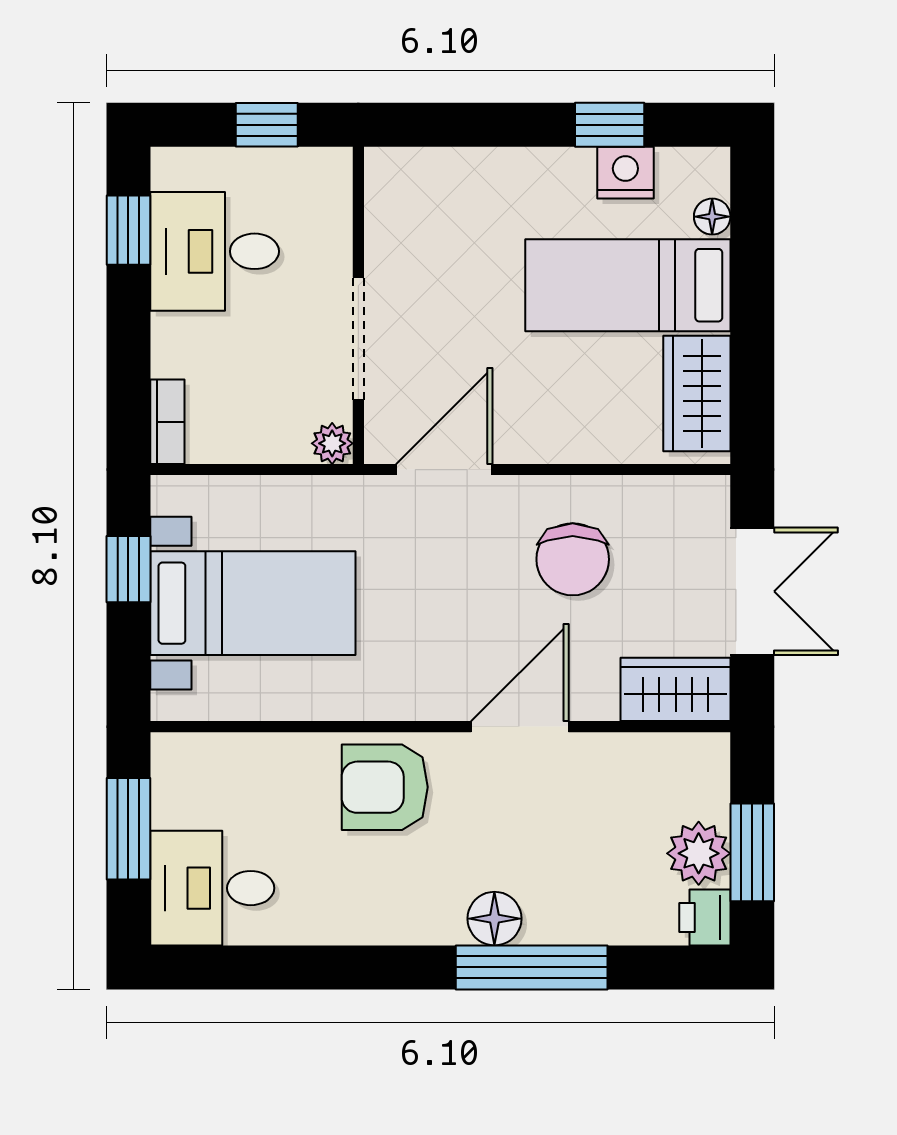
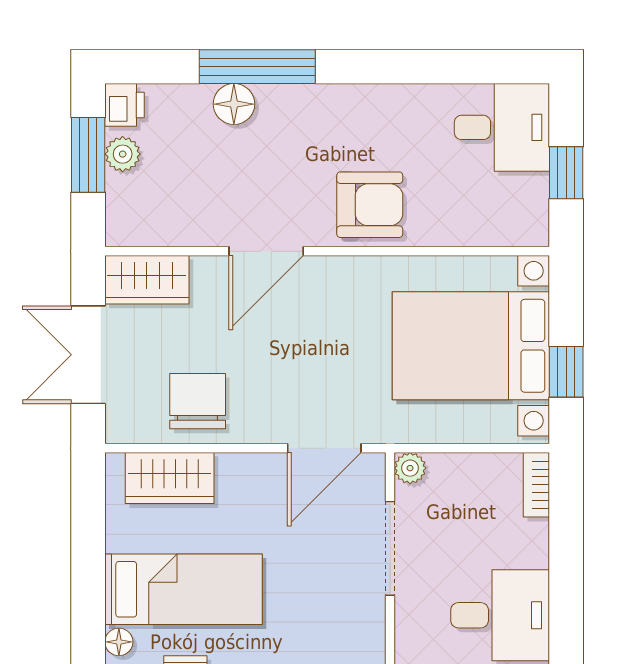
window: (128, 230) -> (566, 632), removed
wardrobe: (697, 393) -> (170, 478), moved, turned 90
chair: (573, 559) -> (198, 401), moved
bed with nightstands: (253, 603) -> (471, 346), width x1.36
window: (128, 829) -> (566, 173), width x0.67
plant: (699, 853) -> (123, 154), width x0.73, depth x0.73
floor lamp: (494, 919) -> (234, 104), moved

